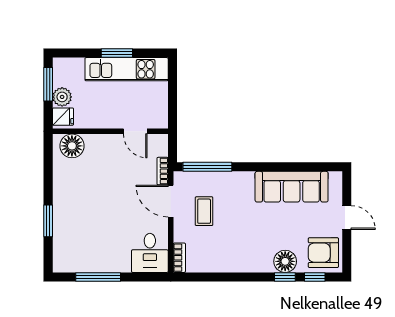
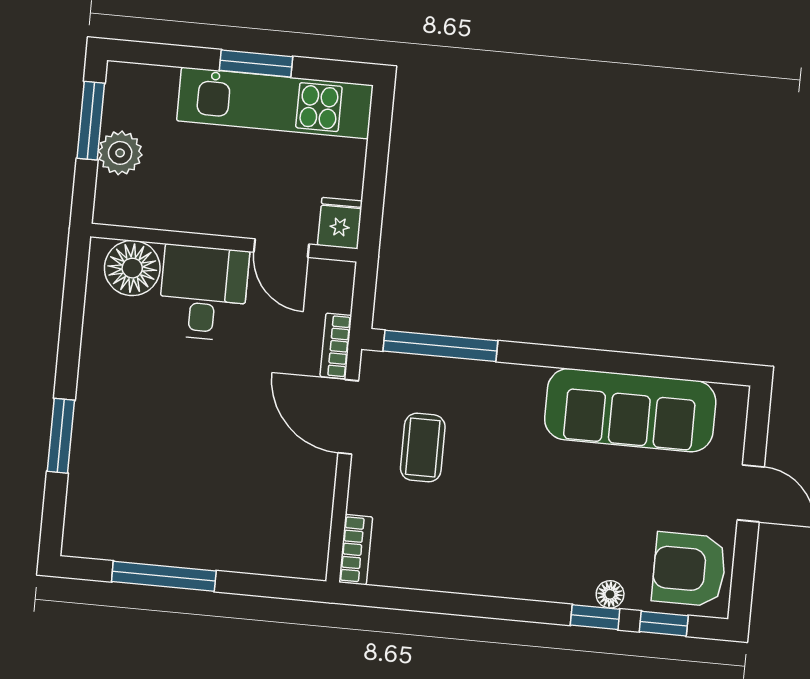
fridge: (63, 117) -> (340, 223), moved, turned -90
desk: (150, 253) -> (204, 293), moved, turned 180
floor lamp: (285, 261) -> (610, 594), width x0.53, depth x0.53

